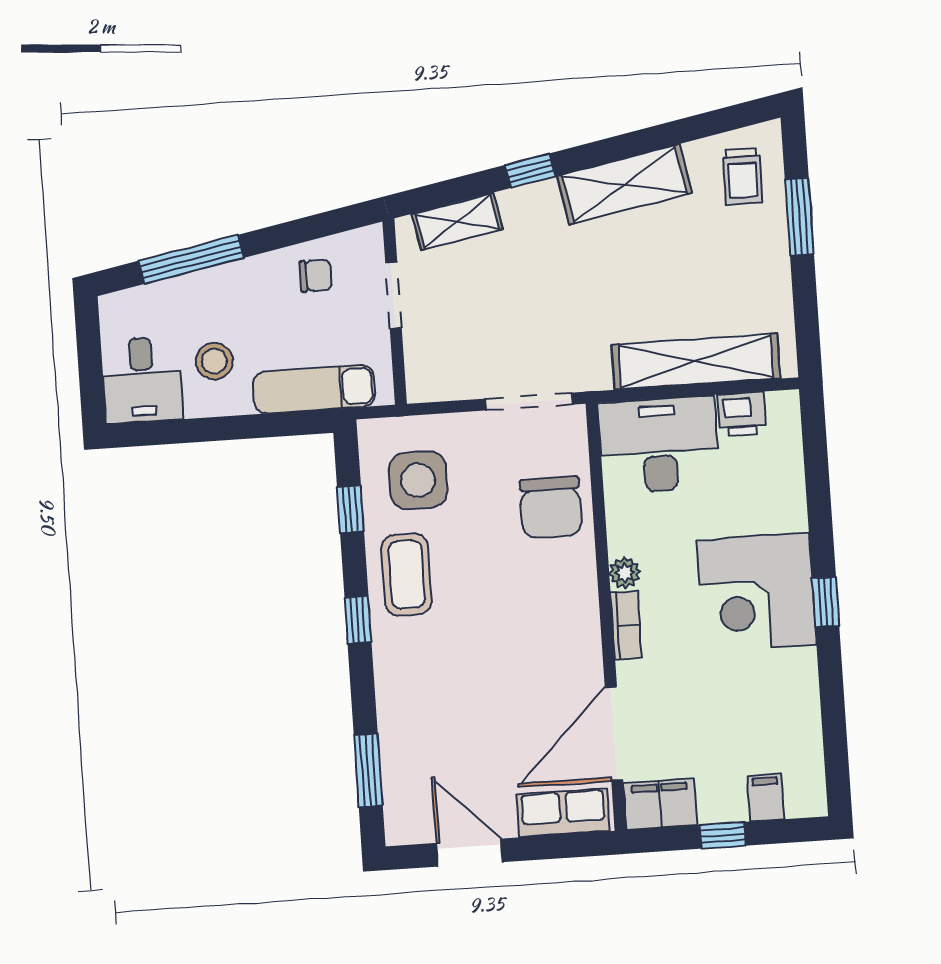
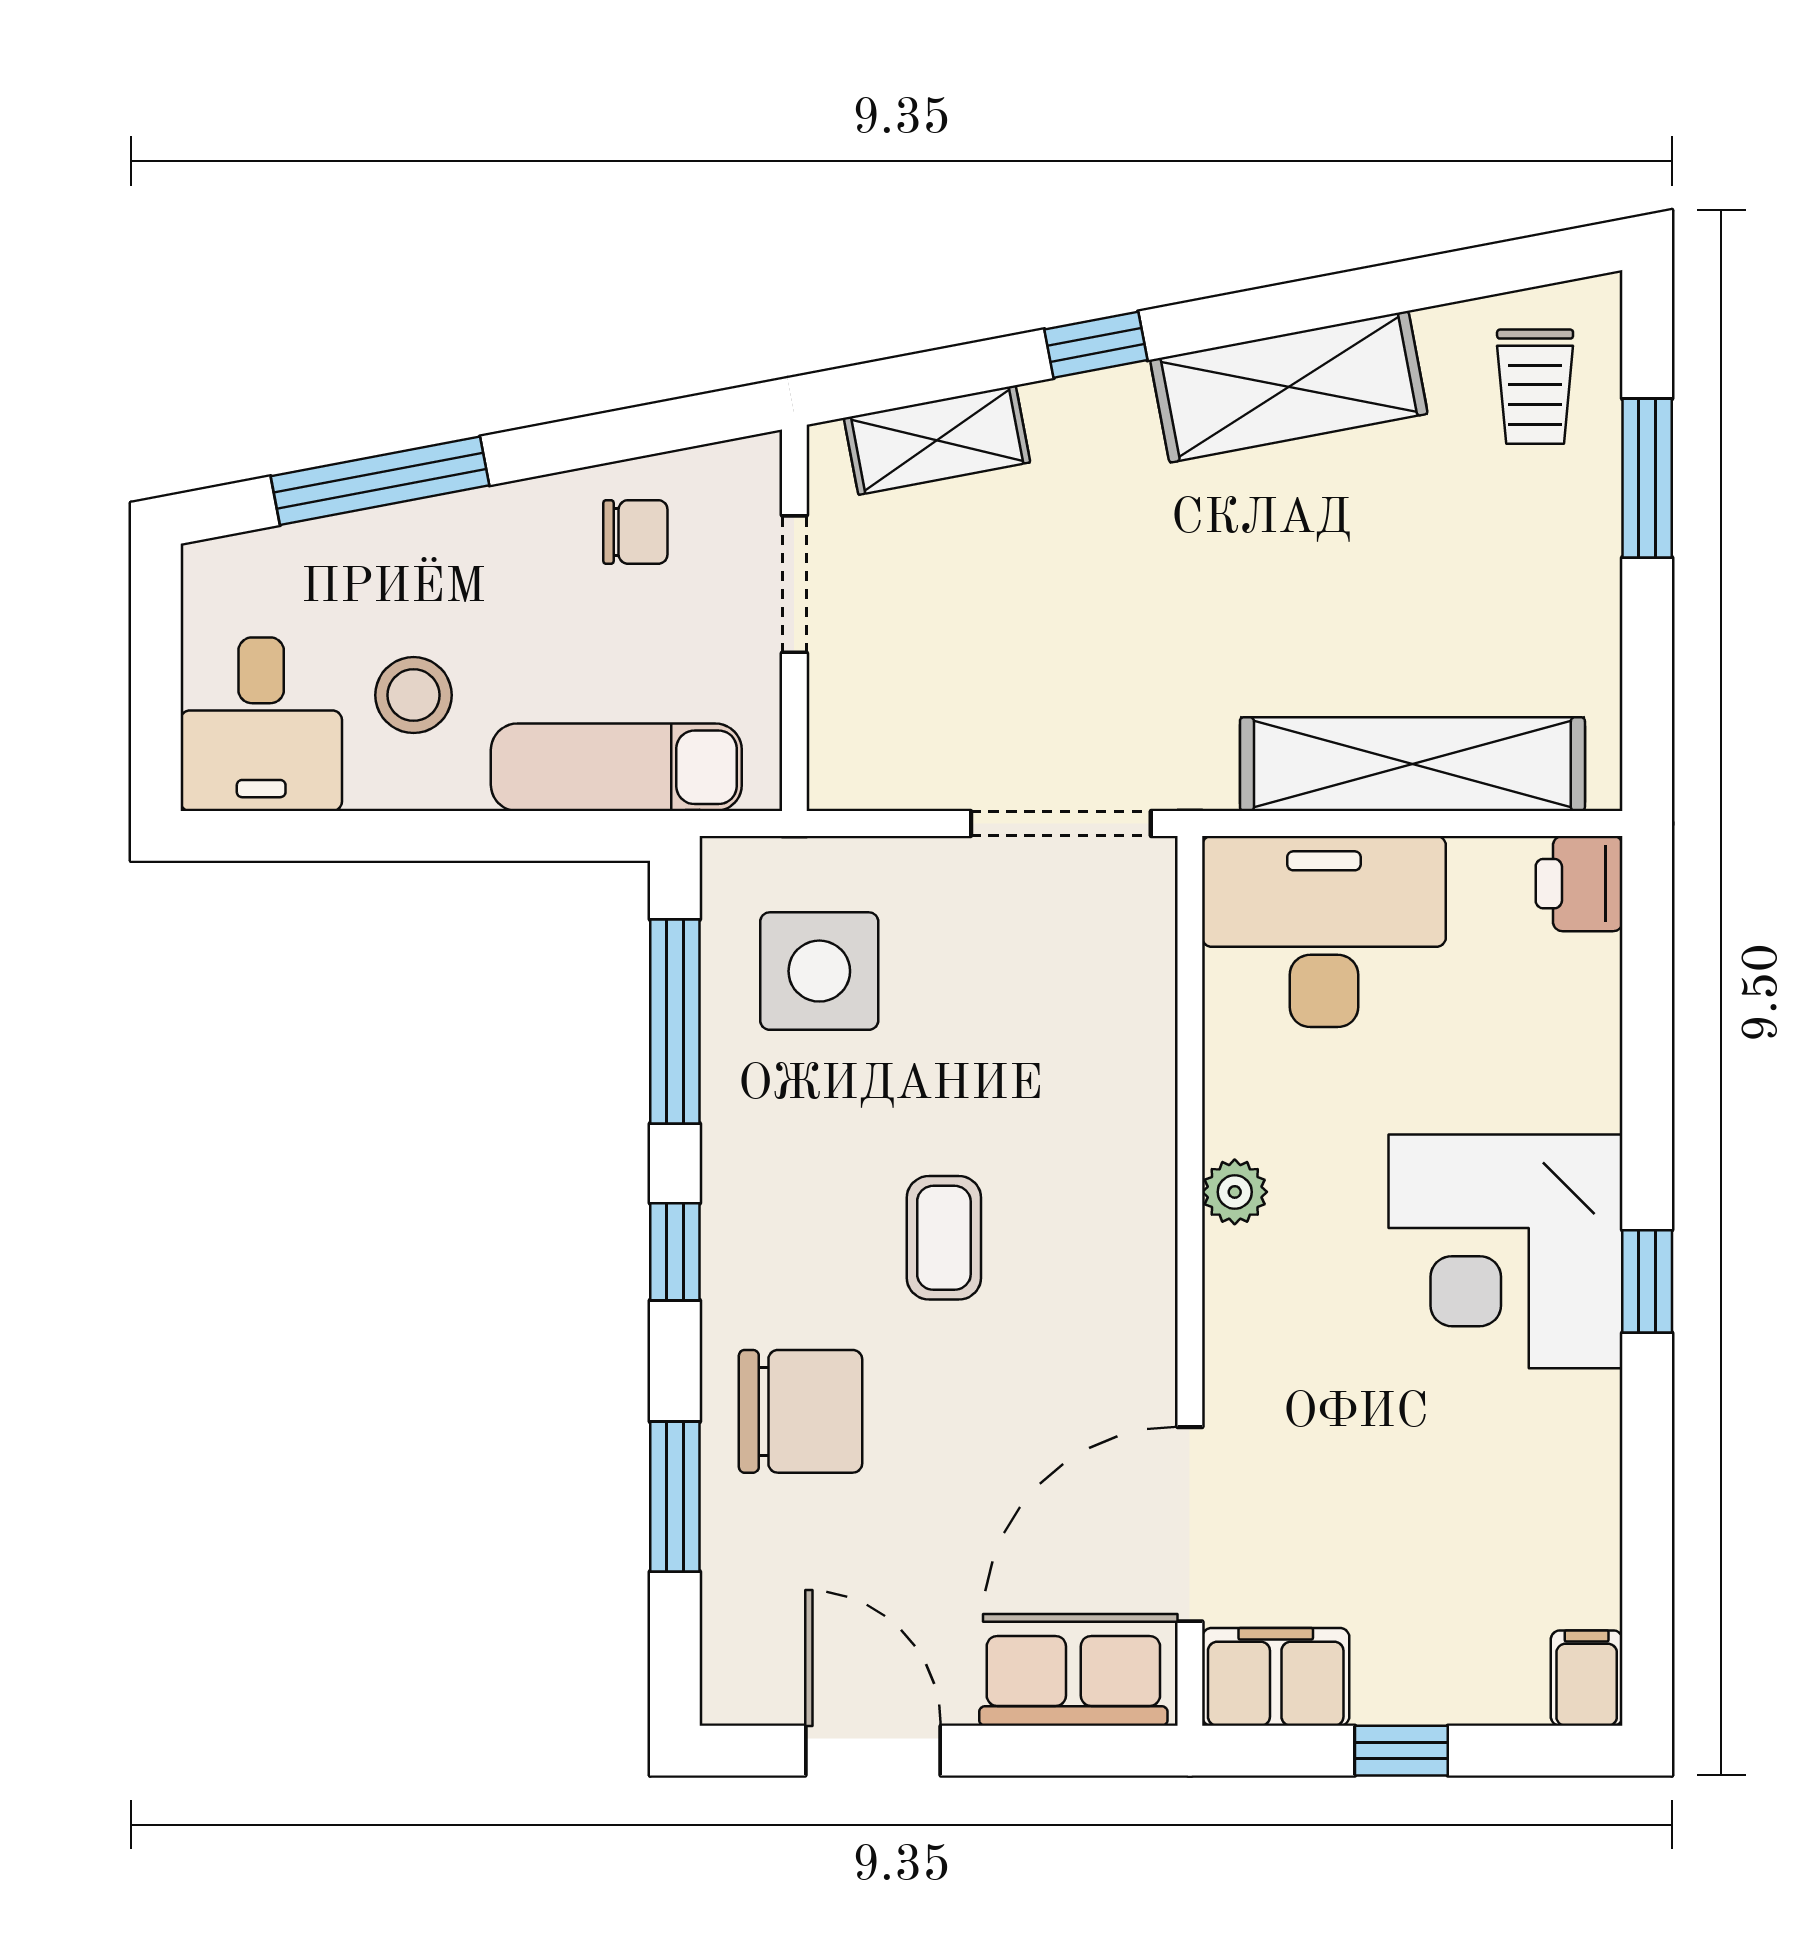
printer: (742, 414) -> (1579, 884), moved, turned 90
chair: (551, 507) -> (801, 1411), moved, turned -90
window: (350, 509) -> (675, 1022), width x2.17
coffee table: (407, 574) -> (944, 1238), moved, width x0.73, depth x0.77
bookcase: (626, 625) -> (1230, 1301), removed
window: (368, 770) -> (675, 1497), moved
filing cabinet: (766, 797) -> (1587, 1678), moved

